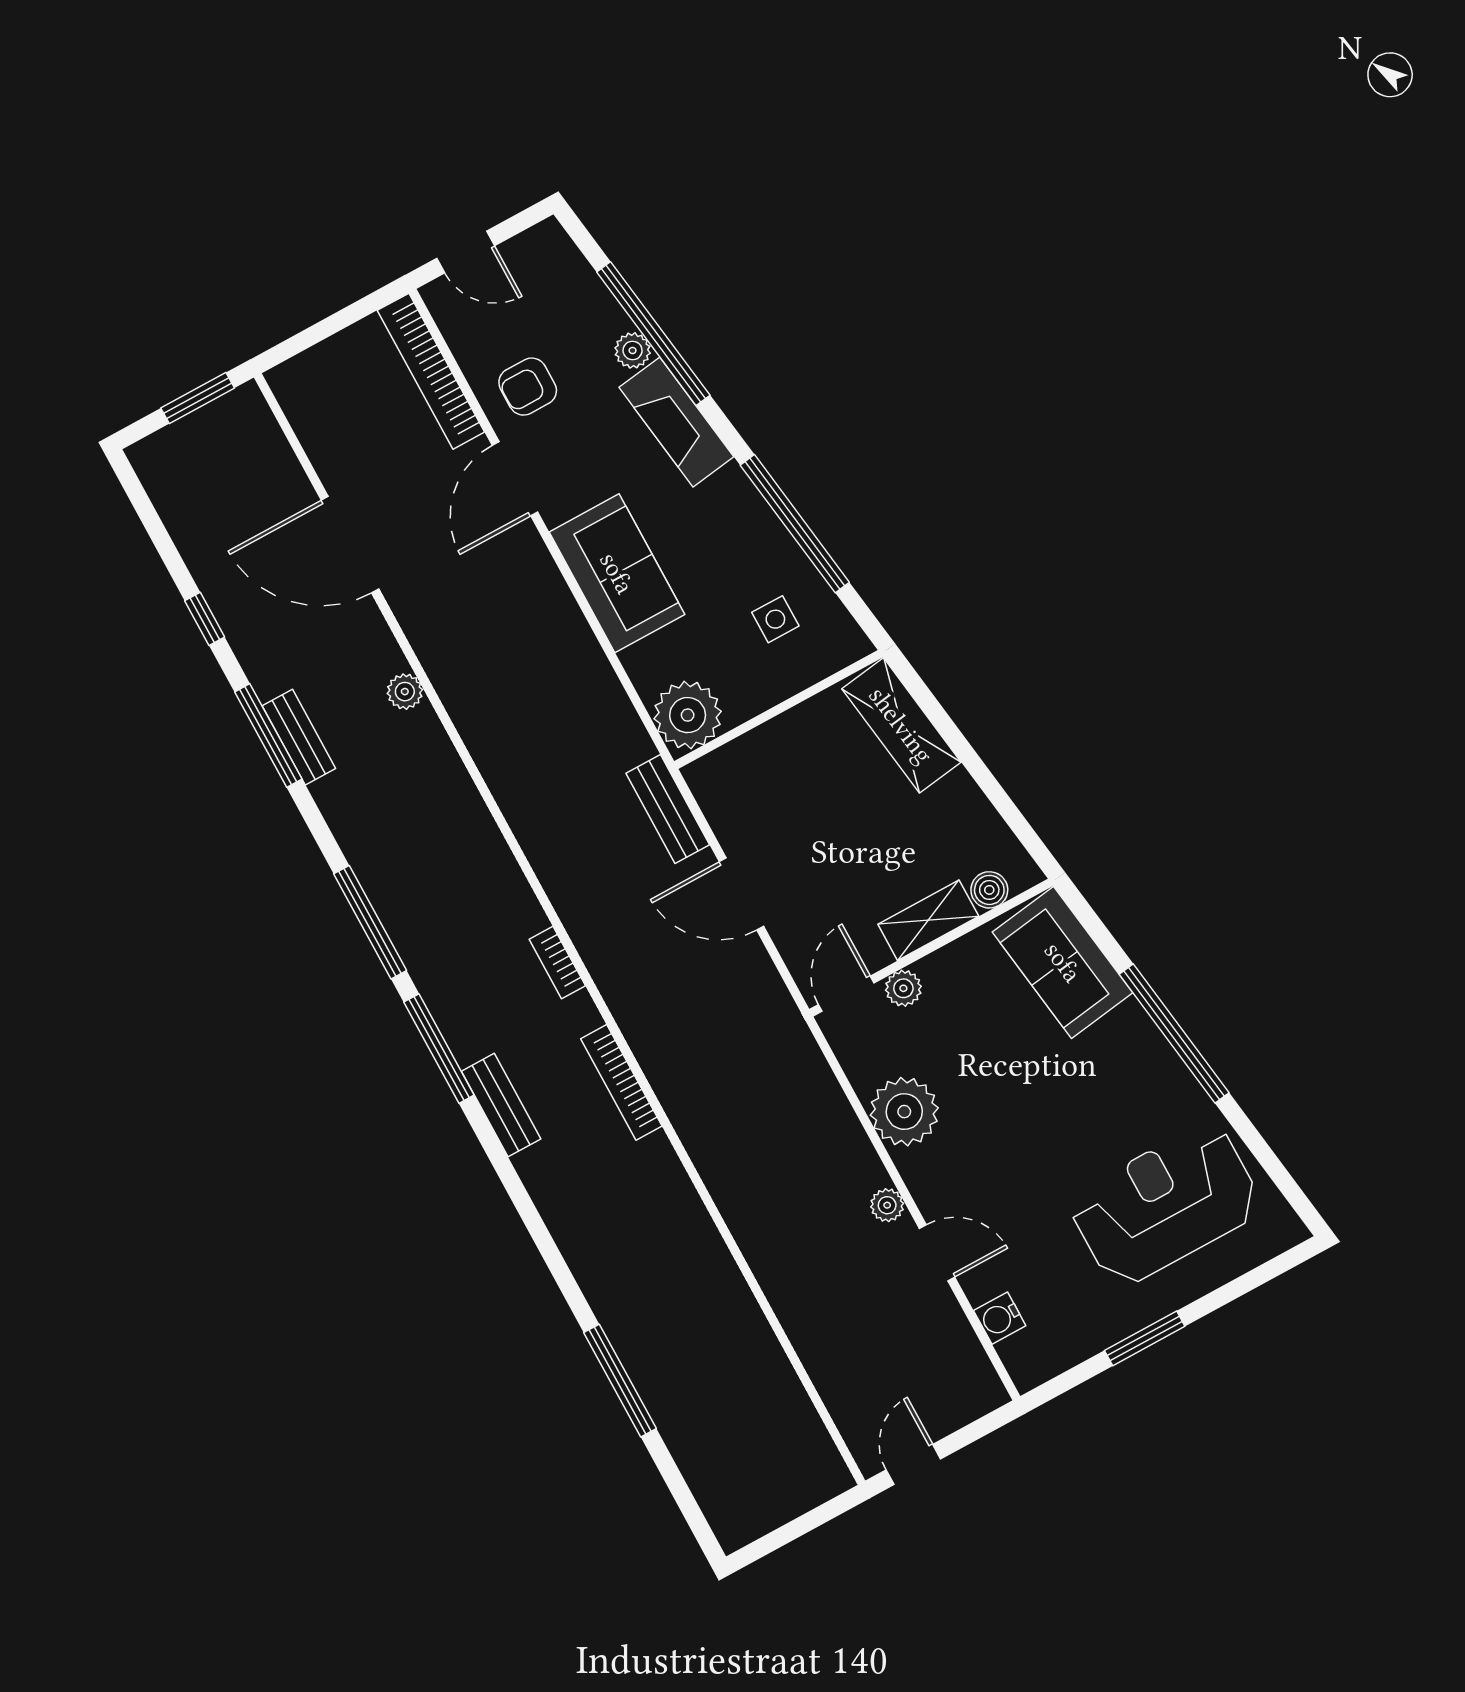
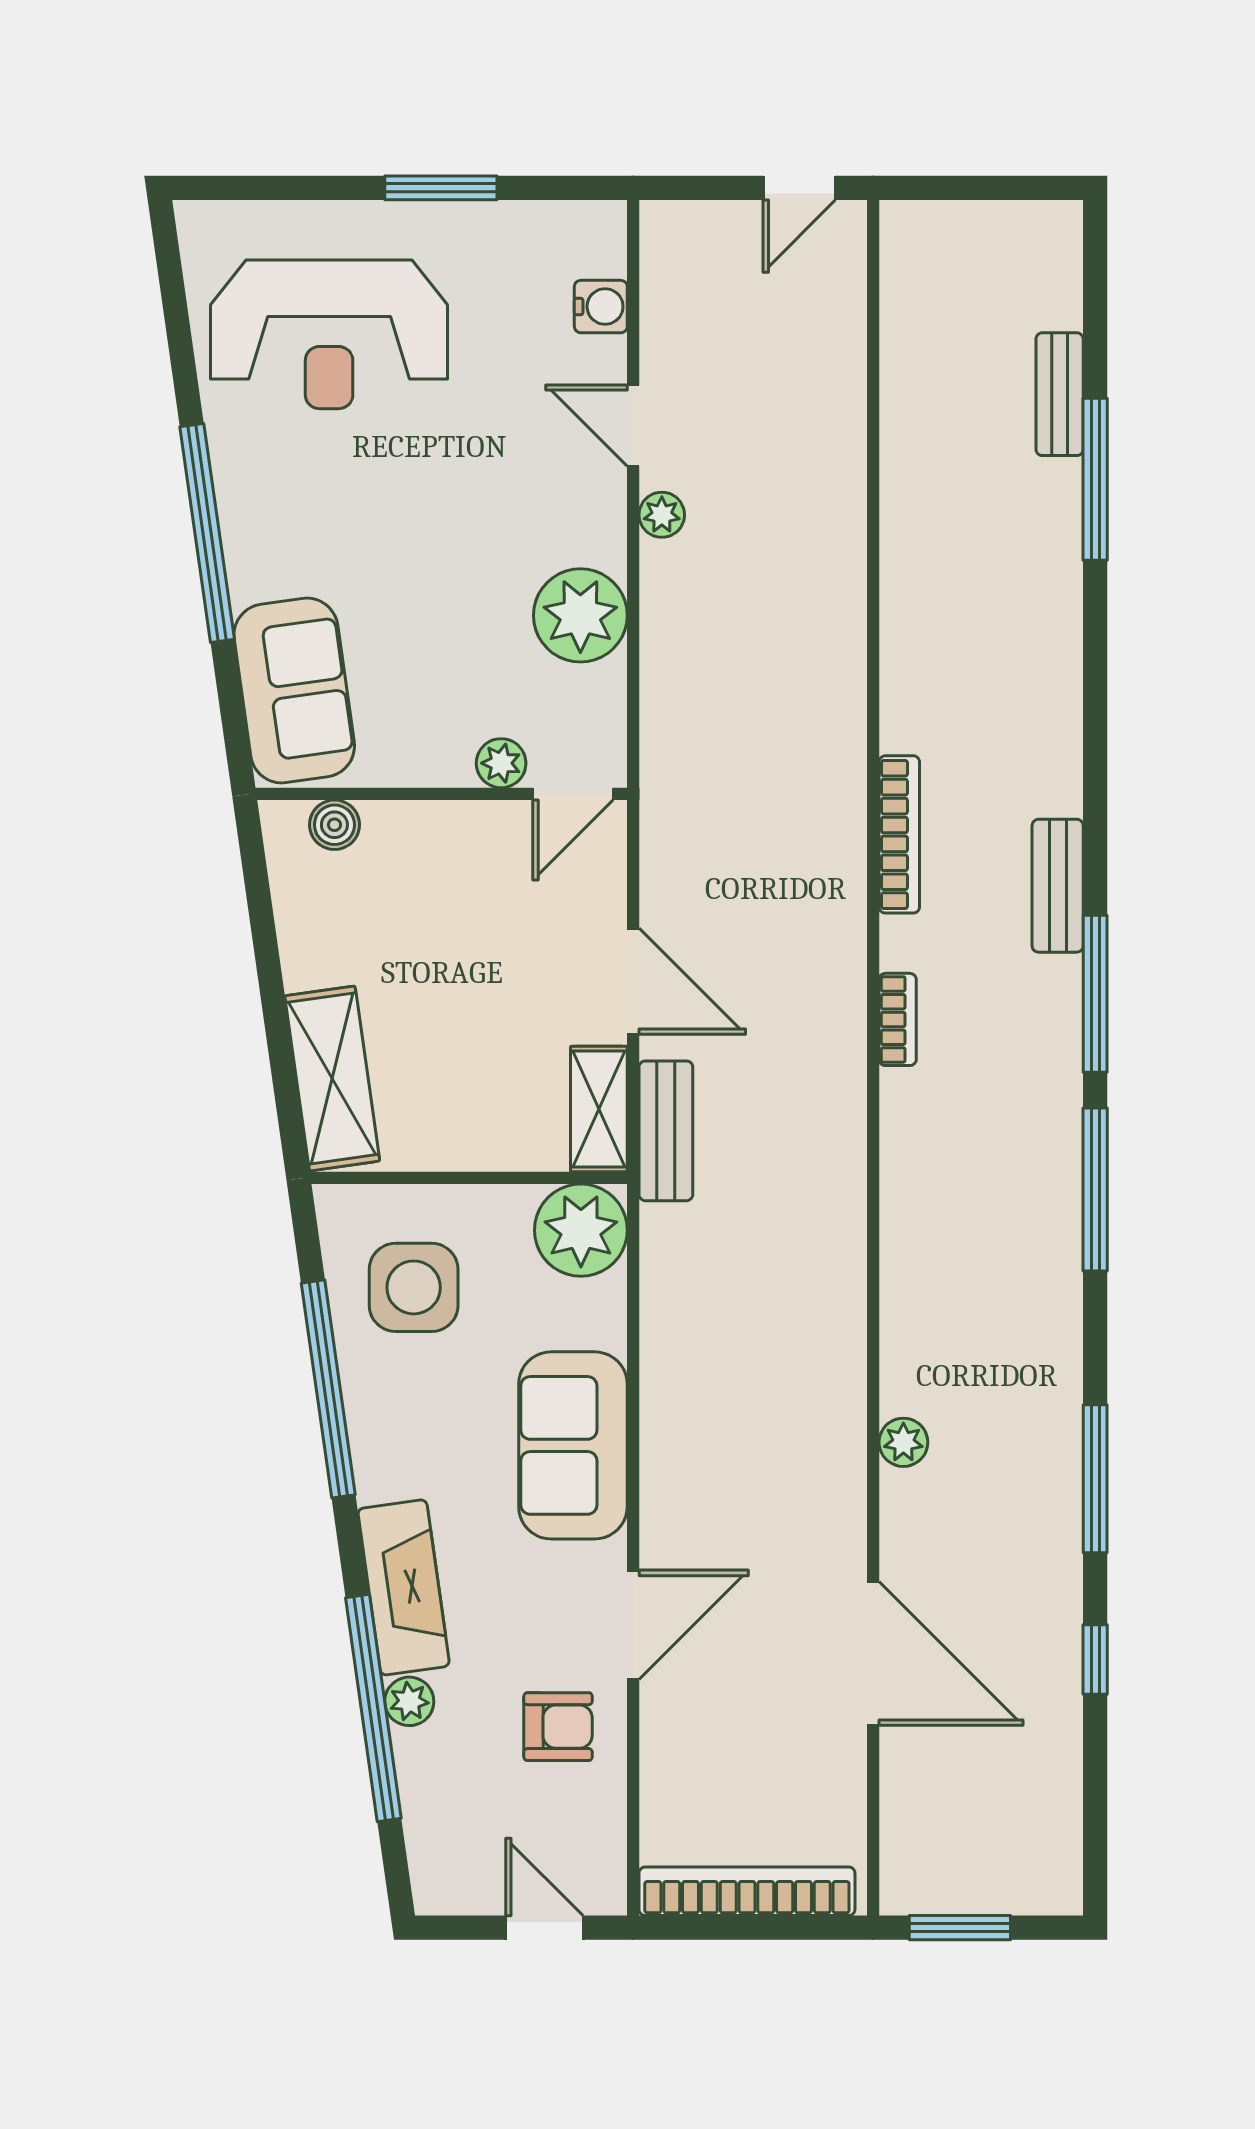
bookcase: (431, 371) -> (747, 1891), moved, turned -90
side table: (775, 619) -> (414, 1287), width x1.87, depth x1.87
bench: (299, 737) -> (1060, 394), moved
shelving: (928, 920) -> (599, 1109), moved, turned 90

